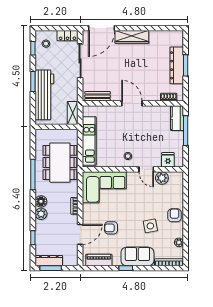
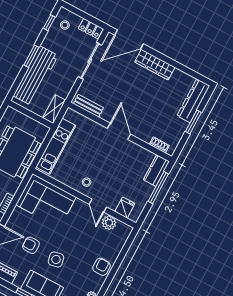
dresser: (177, 65) -> (193, 101), moved
side table: (150, 226) -> (56, 259), moved

